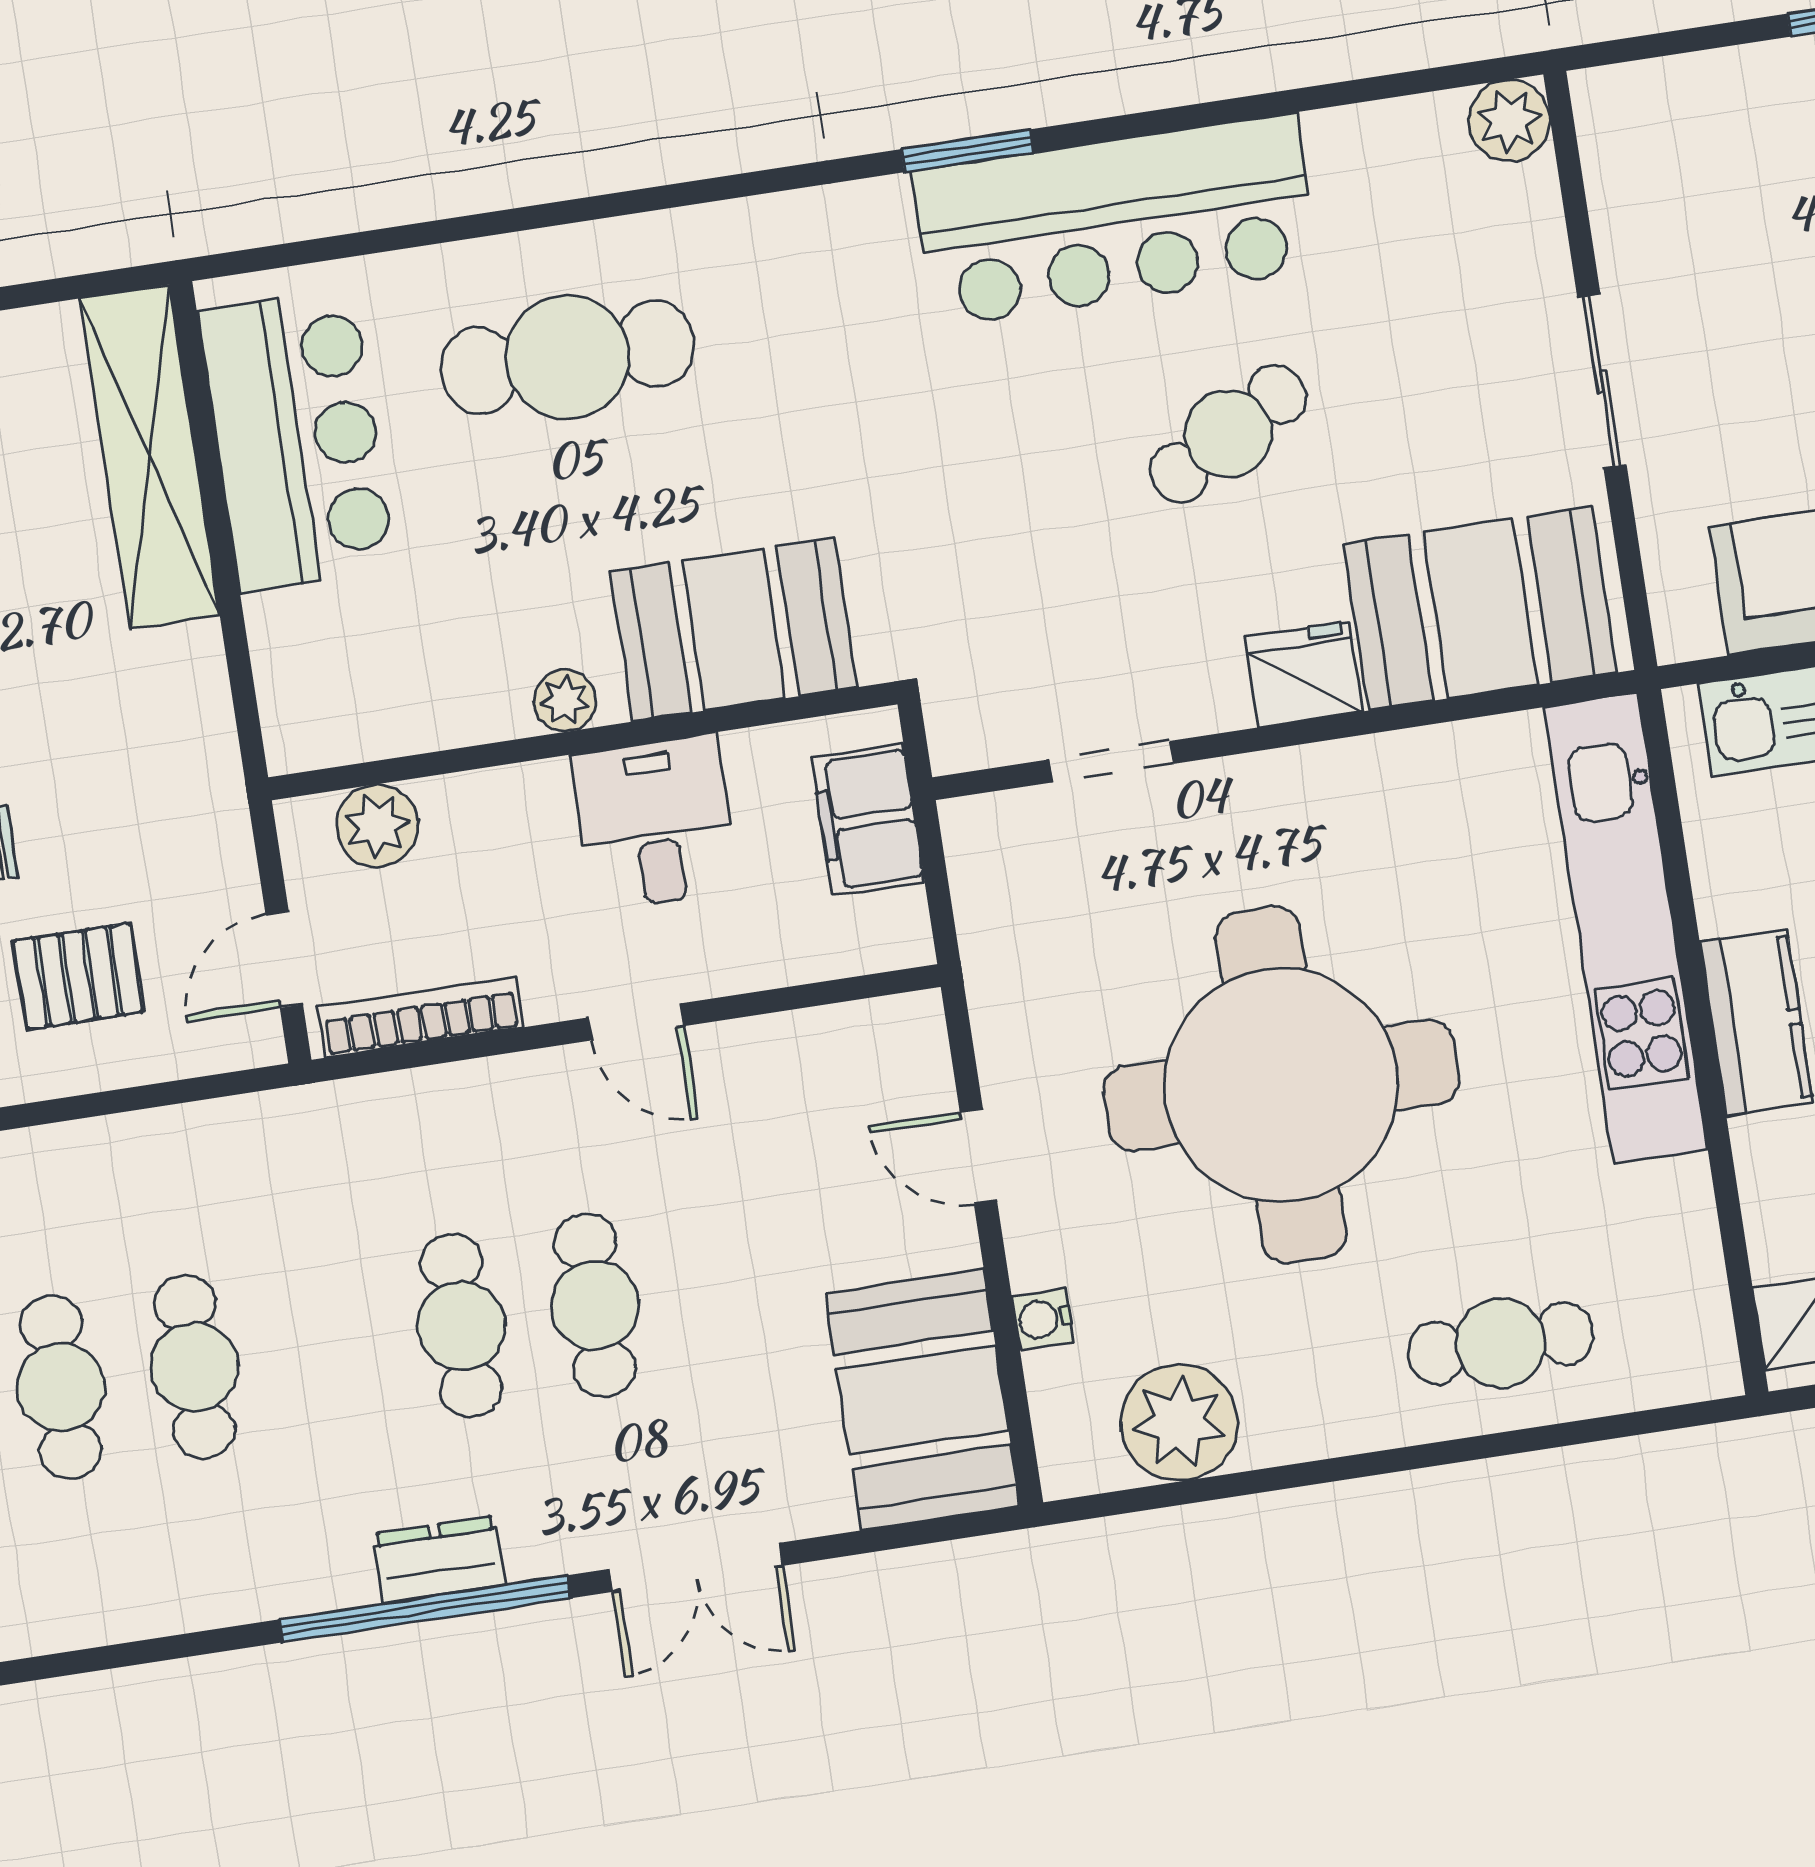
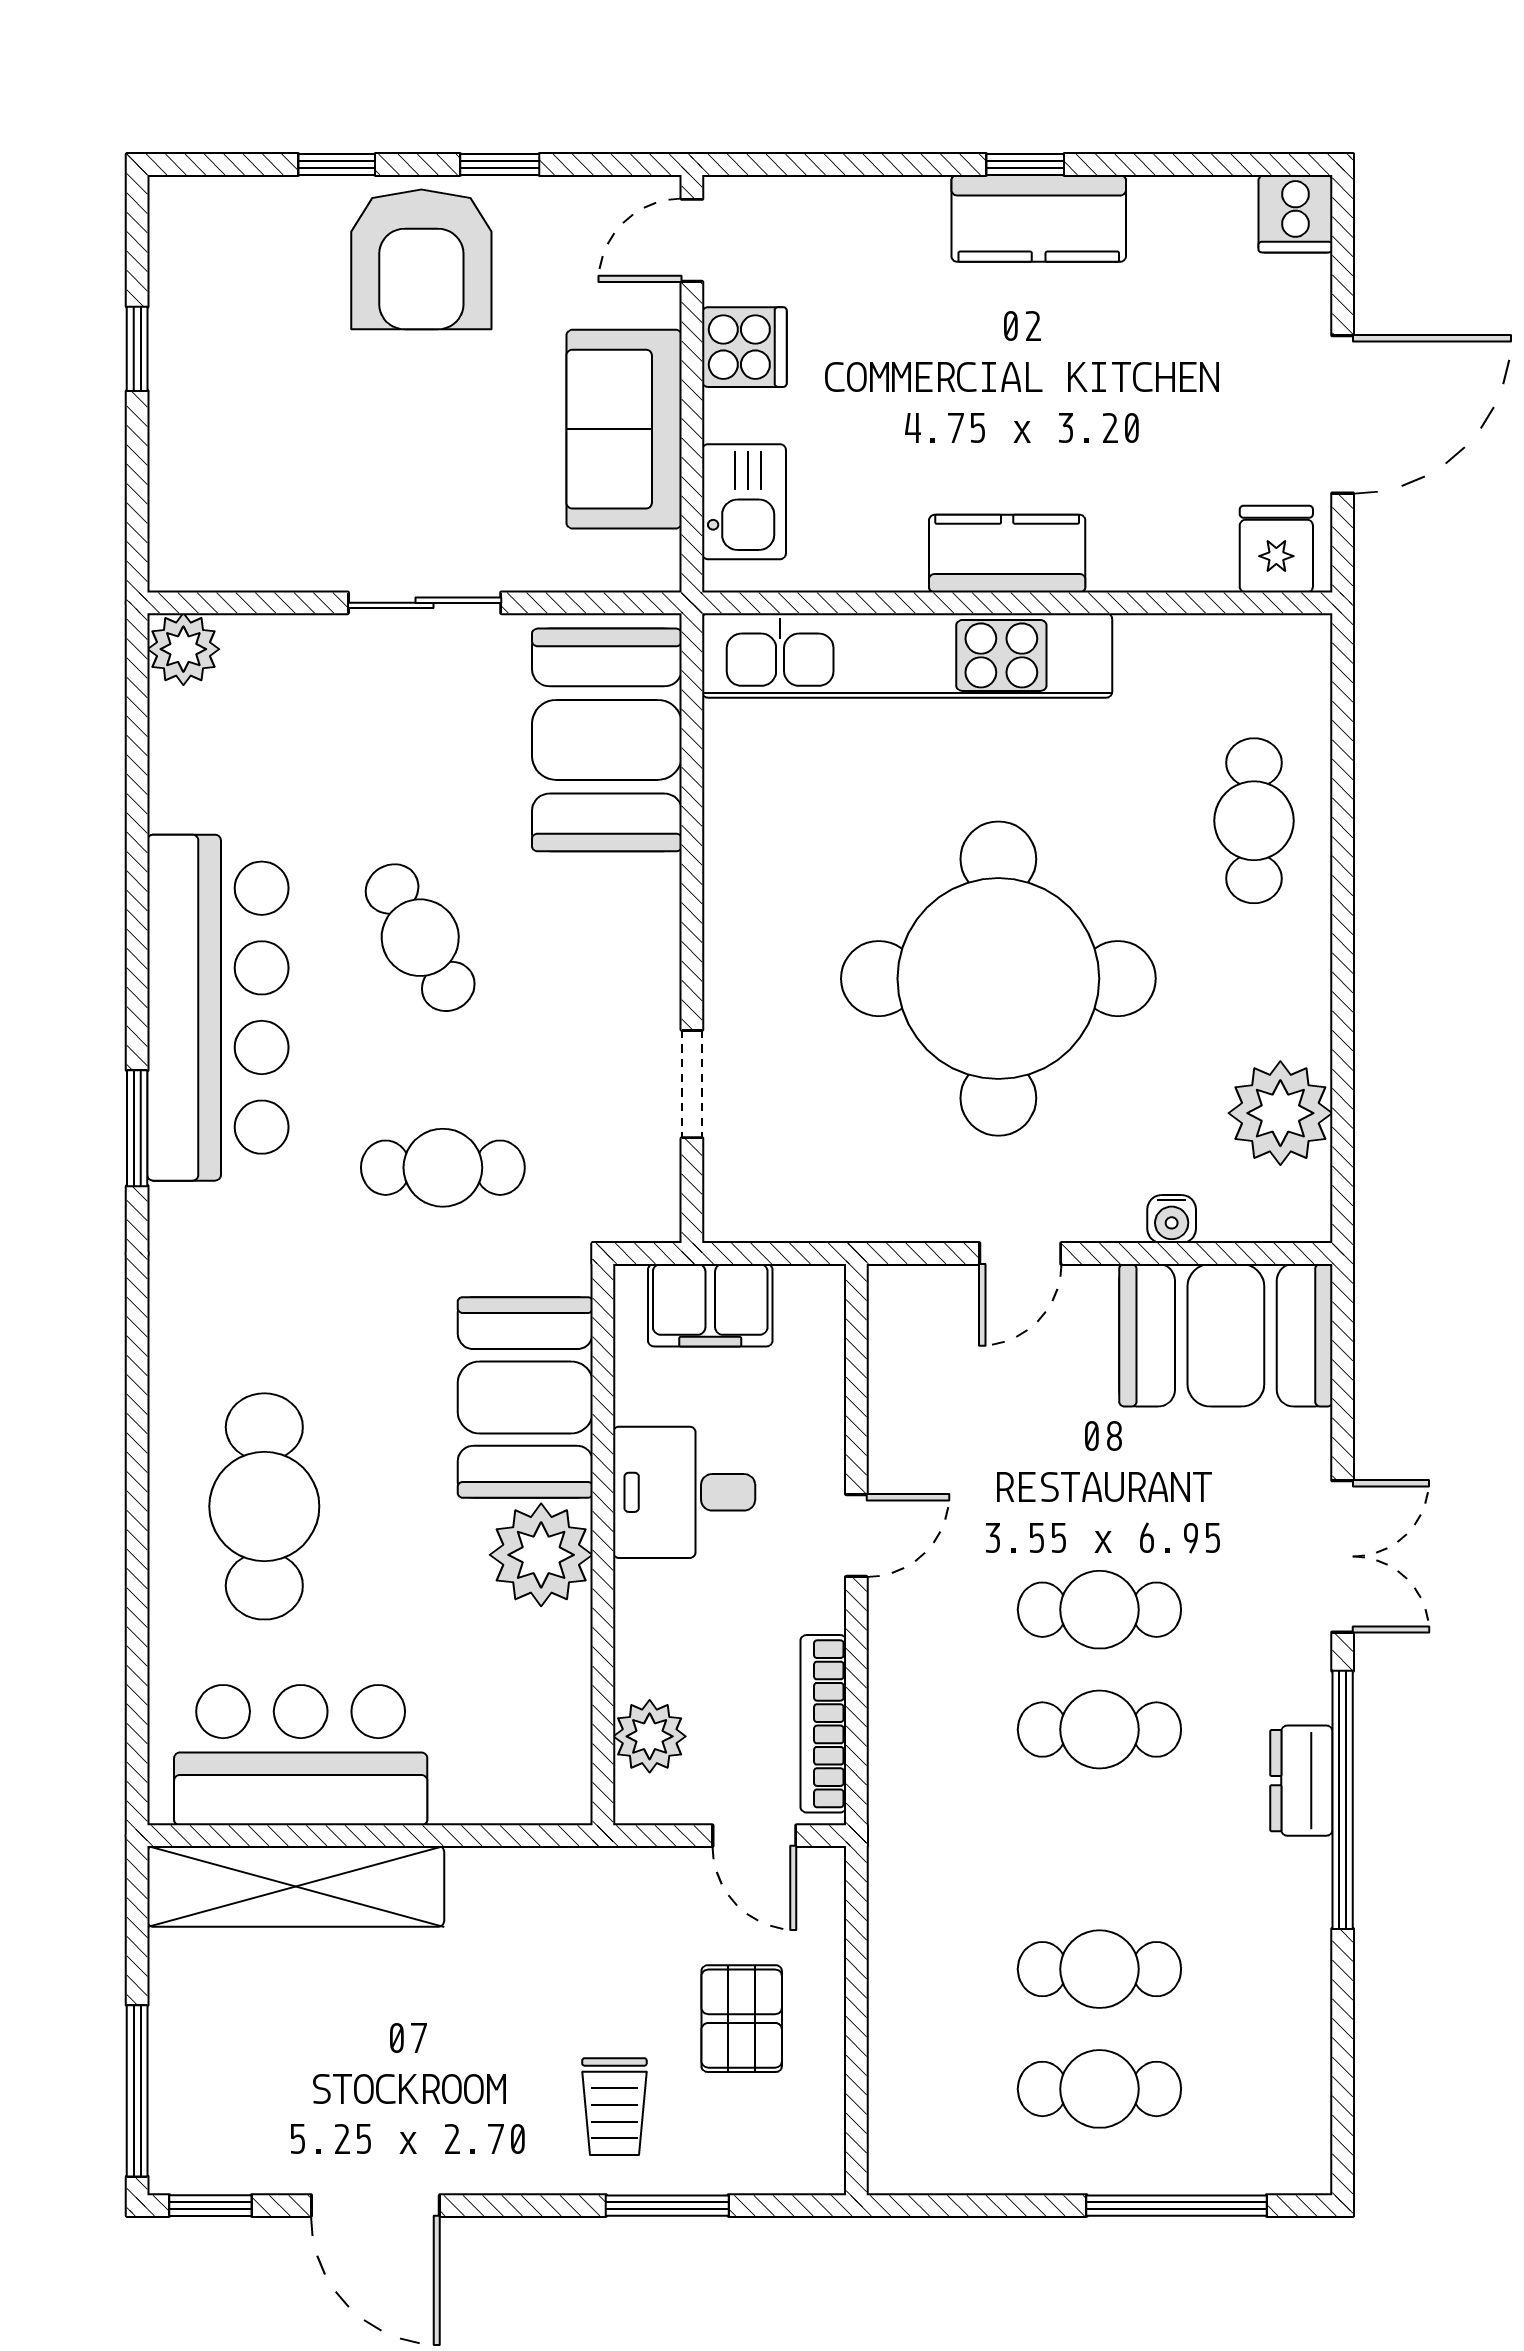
cafe table: (976, 498) -> (443, 1168), added
fridge: (1304, 674) -> (641, 904), removed
plant: (565, 701) -> (541, 1555), width x1.88, depth x1.88

